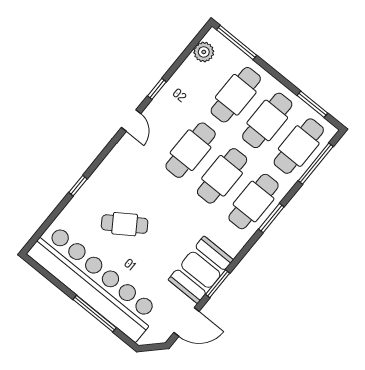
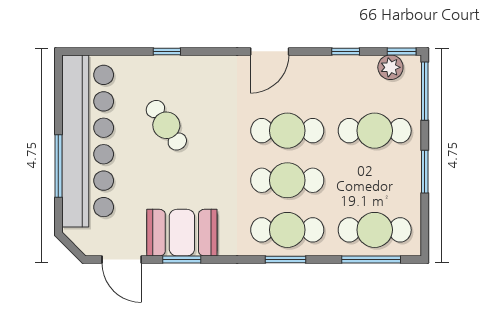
window: (199, 37) -> (402, 51), added
window: (157, 89) -> (346, 51), moved
window: (312, 104) -> (425, 172), moved
door: (131, 120) -> (270, 51), width x1.38
cafe table: (267, 120) -> (375, 180), removed

